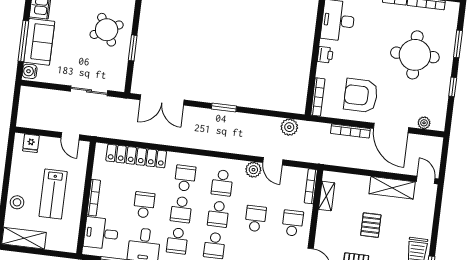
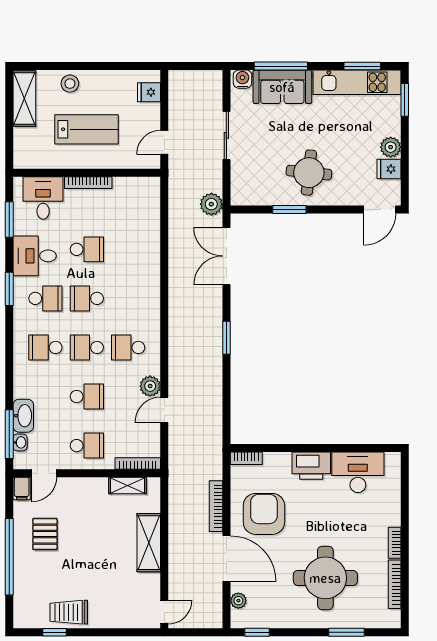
round table: (107, 30) -> (309, 173), turned 34
printer: (325, 55) -> (311, 466), width x1.87, depth x1.48
window: (453, 87) -> (257, 632), moved
sliding door: (89, 91) -> (226, 135), moved
bookcase: (318, 97) -> (246, 458), width x0.64
plant: (289, 127) -> (211, 204), moved
door: (391, 128) -> (226, 558), swing flipped
locker: (136, 156) -> (149, 231), removed
school desk: (185, 178) -> (128, 298), removed
shelving: (392, 188) -> (149, 543), moved
lab bench: (53, 194) -> (86, 129), turned 180
pallet: (371, 225) -> (97, 548), removed
school desk: (177, 241) -> (45, 298), turned 180

